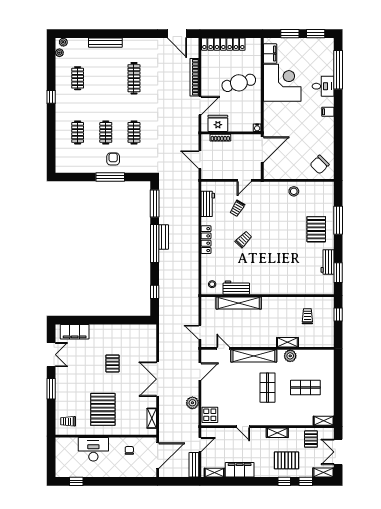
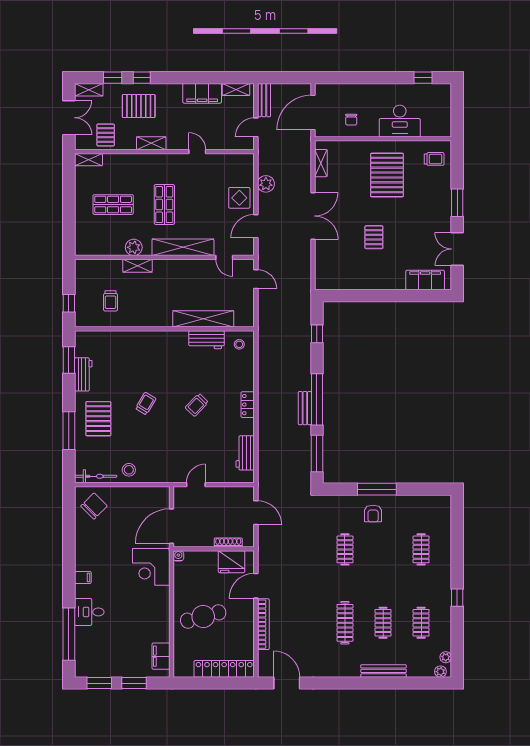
corner desk: (282, 83) -> (151, 567), moved, width x0.74, depth x0.74
clothes rail: (106, 132) -> (383, 623), moved
bicycle: (318, 187) -> (96, 476), added
trolley: (237, 208) -> (146, 404), moved
locker: (206, 240) -> (248, 405), width x0.66
display table: (210, 415) -> (239, 198), moved

